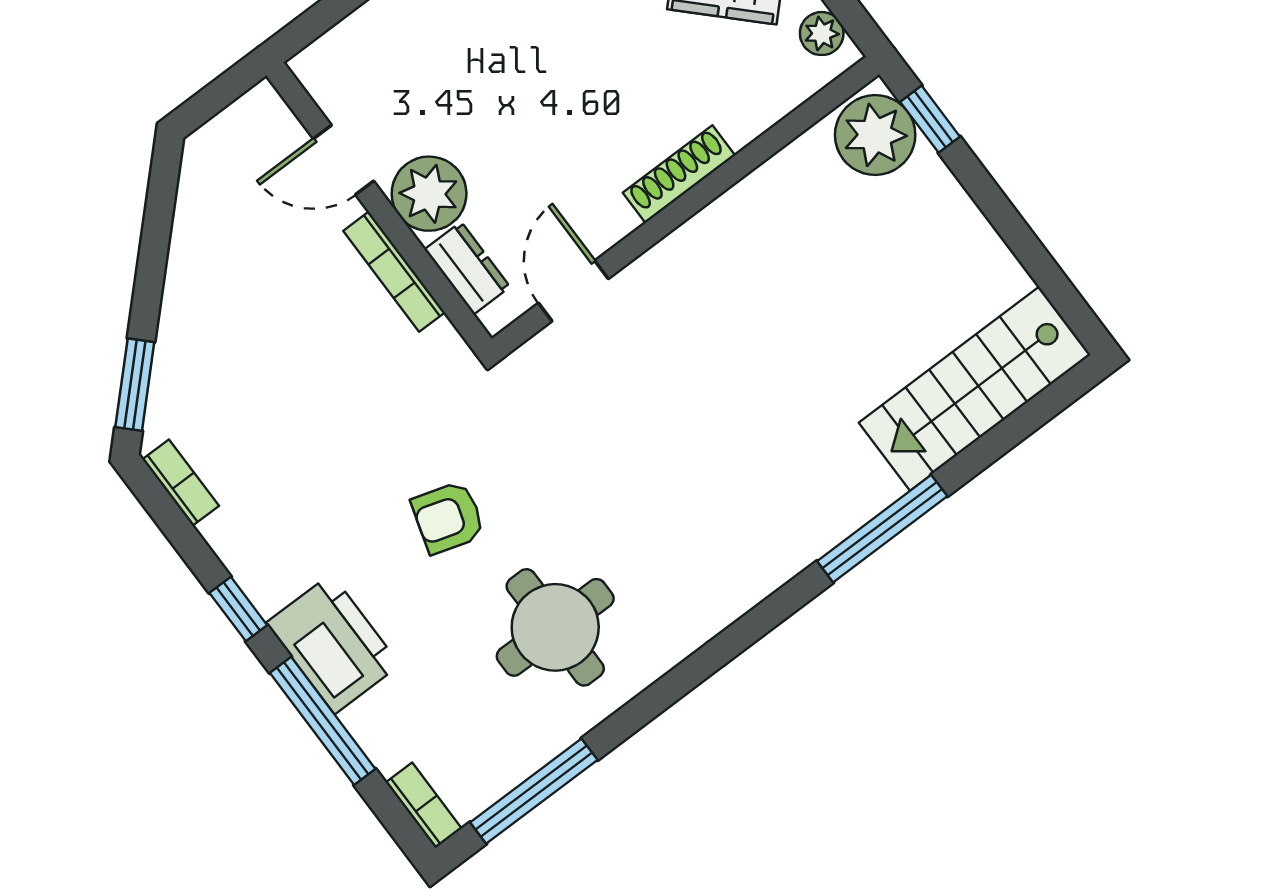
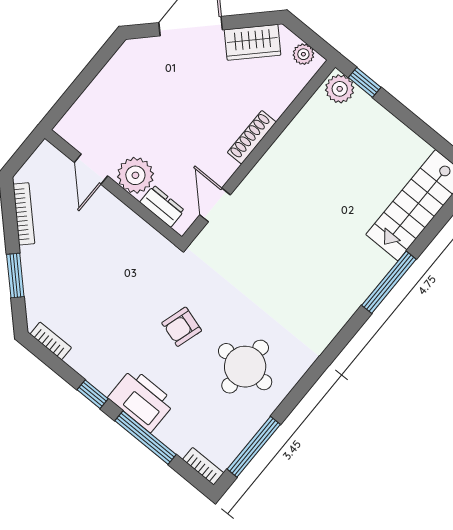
plant: (875, 135) -> (340, 89), width x0.73, depth x0.73
door: (344, 160) -> (91, 169), hinge flipped
bookcase: (394, 272) -> (24, 214), moved, turned -135
window: (135, 385) -> (15, 276), moved

